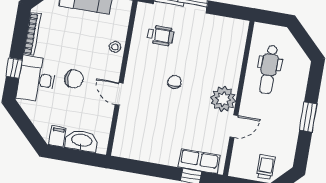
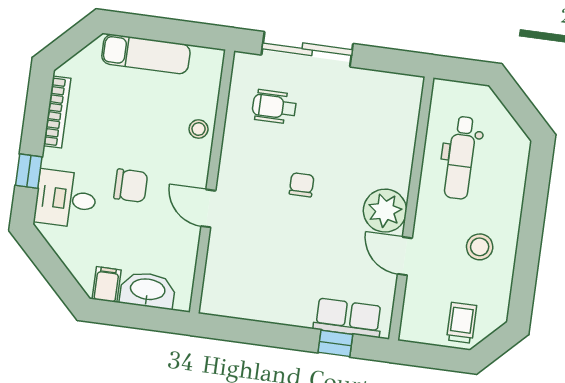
wheelchair: (160, 35) -> (274, 107), turned 180
desk: (36, 79) -> (66, 199), width x0.73
window: (308, 117) -> (530, 236), removed
stool: (278, 122) -> (480, 247), added
door: (234, 126) -> (405, 256), swing flipped

